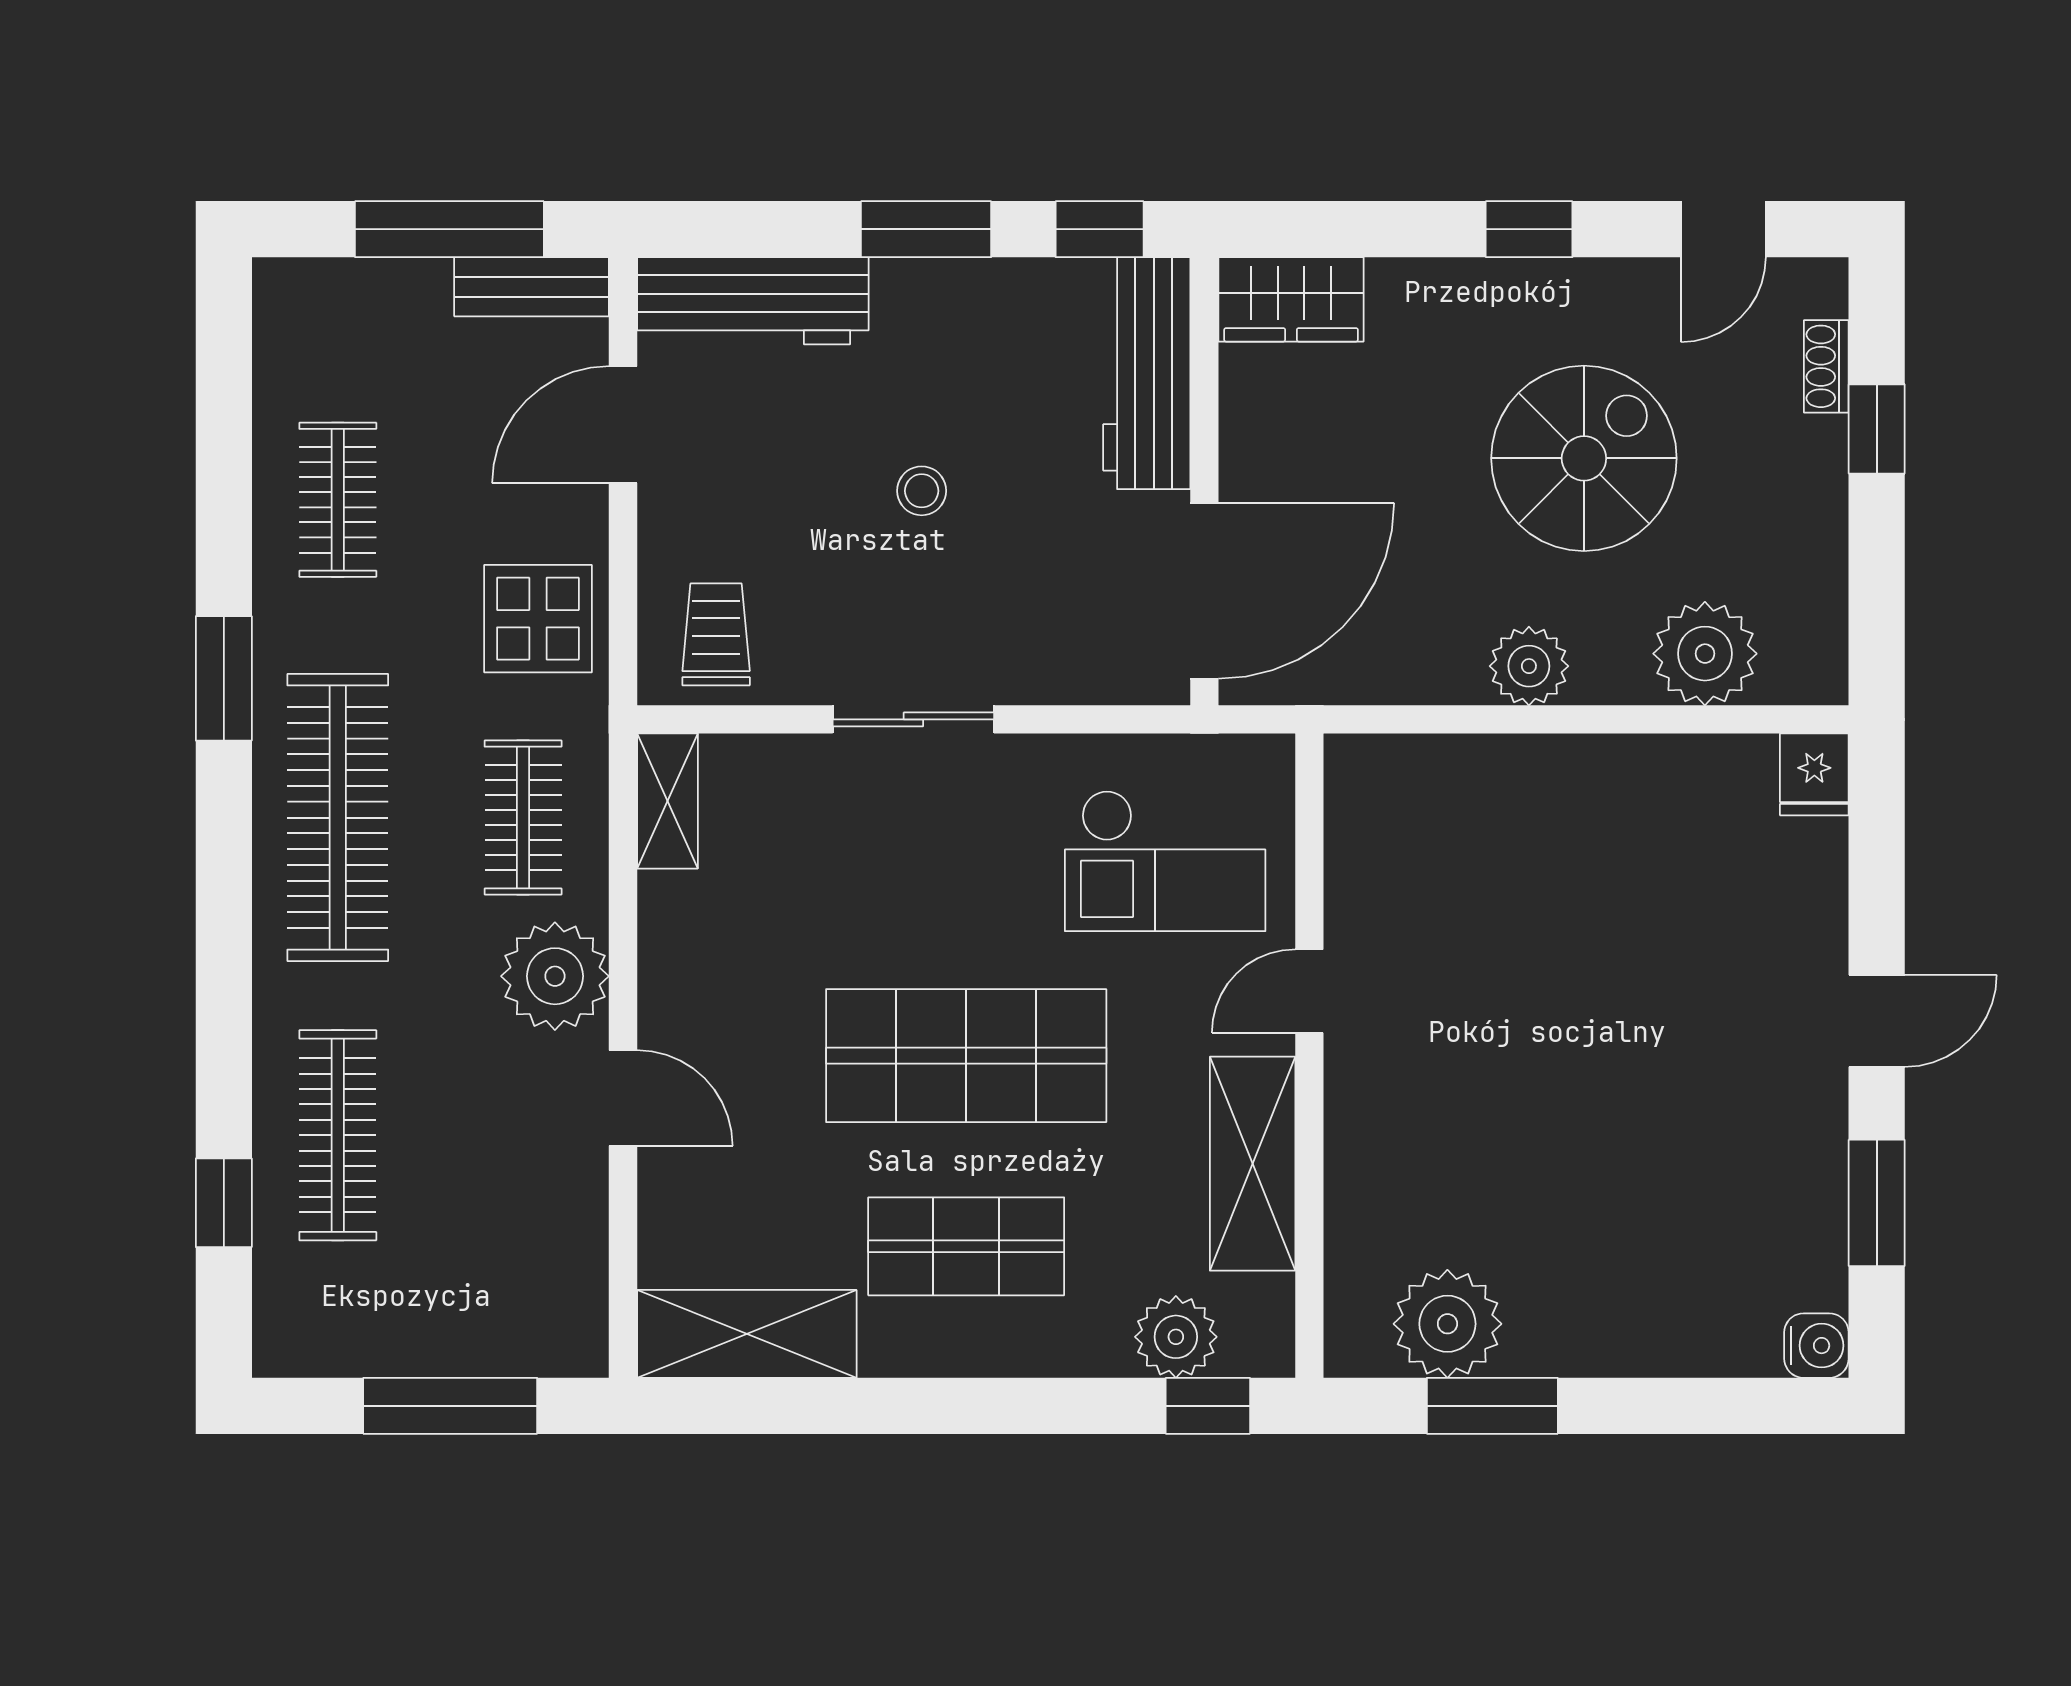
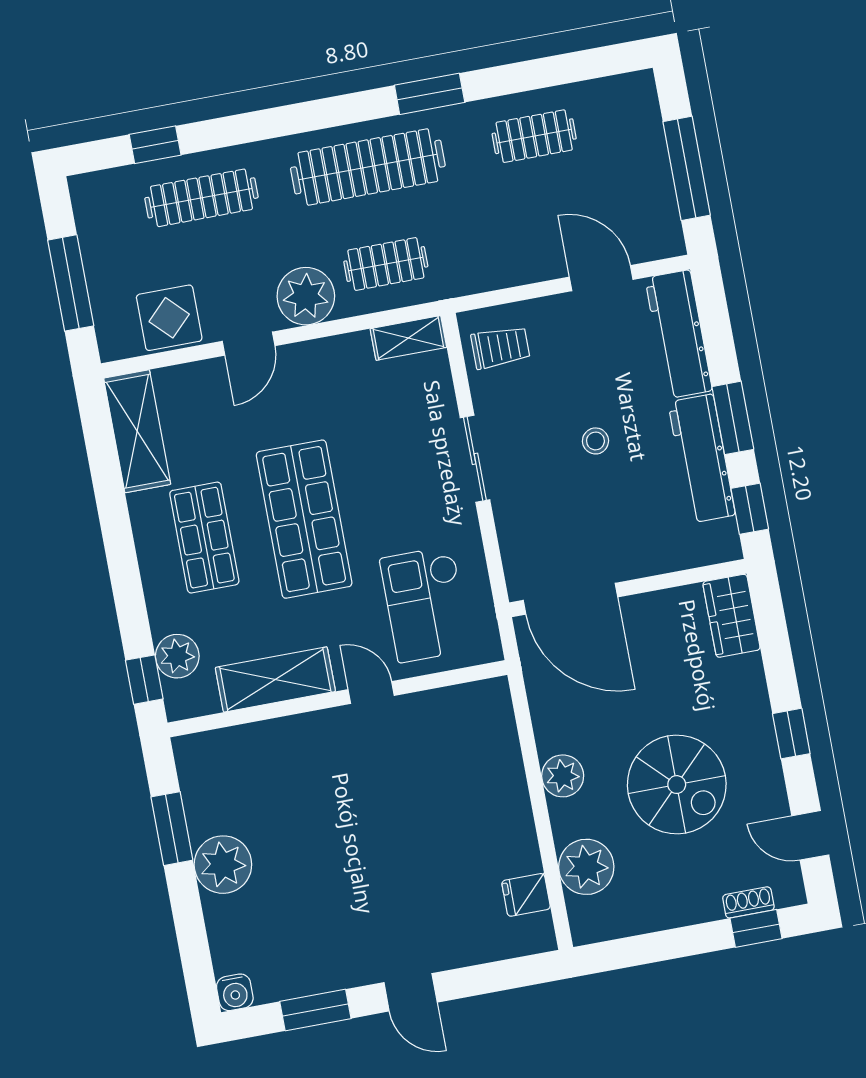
bench: (532, 287) -> (664, 217), removed
workbench: (1147, 373) -> (702, 458), moved, turned -90
window: (1877, 429) -> (756, 928), moved
display table: (538, 619) -> (169, 318), moved
fridge: (1814, 774) -> (526, 895), moved
plant: (1447, 1324) -> (223, 865), moved

